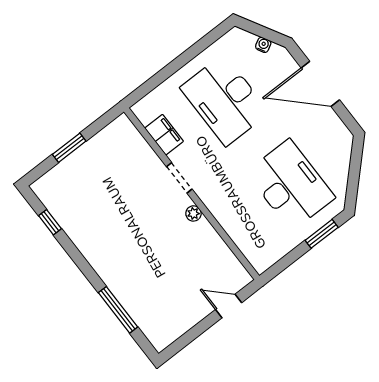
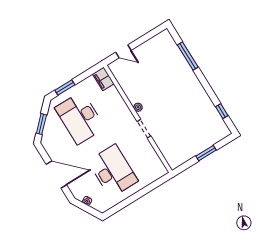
filing cabinet: (164, 135) -> (103, 79), moved
window: (355, 167) -> (41, 124), added

